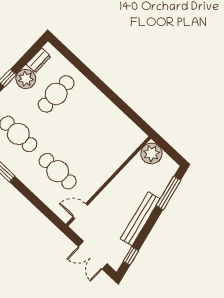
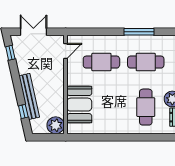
booth: (113, 152) -> (79, 105), added
window: (169, 193) -> (23, 111), width x0.46
bench: (140, 219) -> (29, 96), moved

